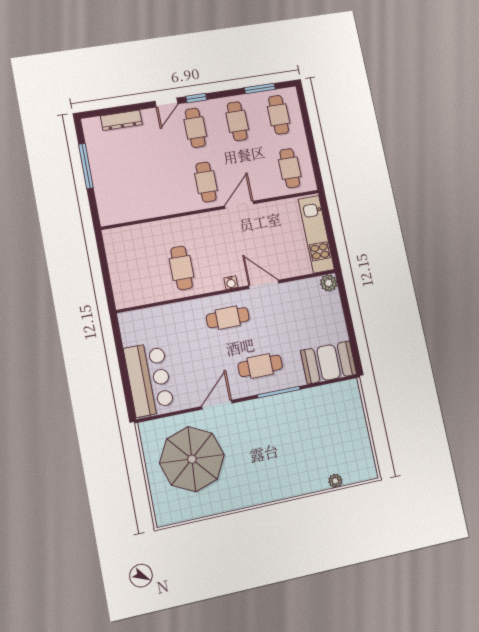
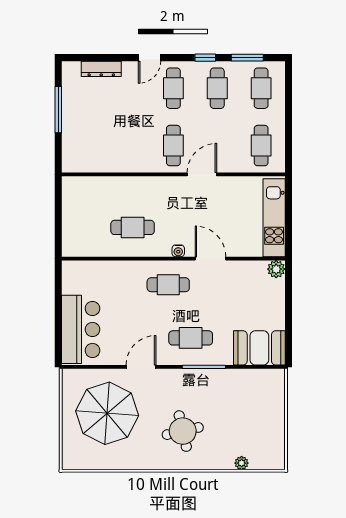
window: (196, 98) -> (205, 58), moved
cafe table: (182, 268) -> (133, 227), turned 90
round table: (271, 461) -> (183, 431), added

